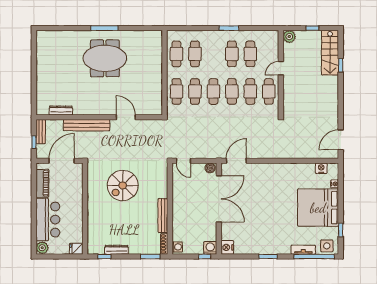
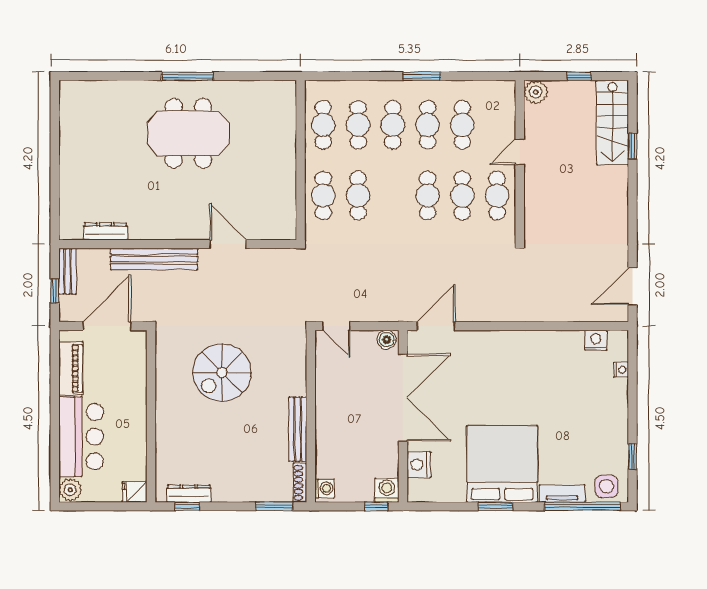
cafe table: (213, 91) -> (393, 125), moved
bed: (318, 208) -> (502, 464), moved, turned 90
nightstand: (227, 247) -> (419, 465), moved
dresser: (116, 250) -> (189, 494), moved

